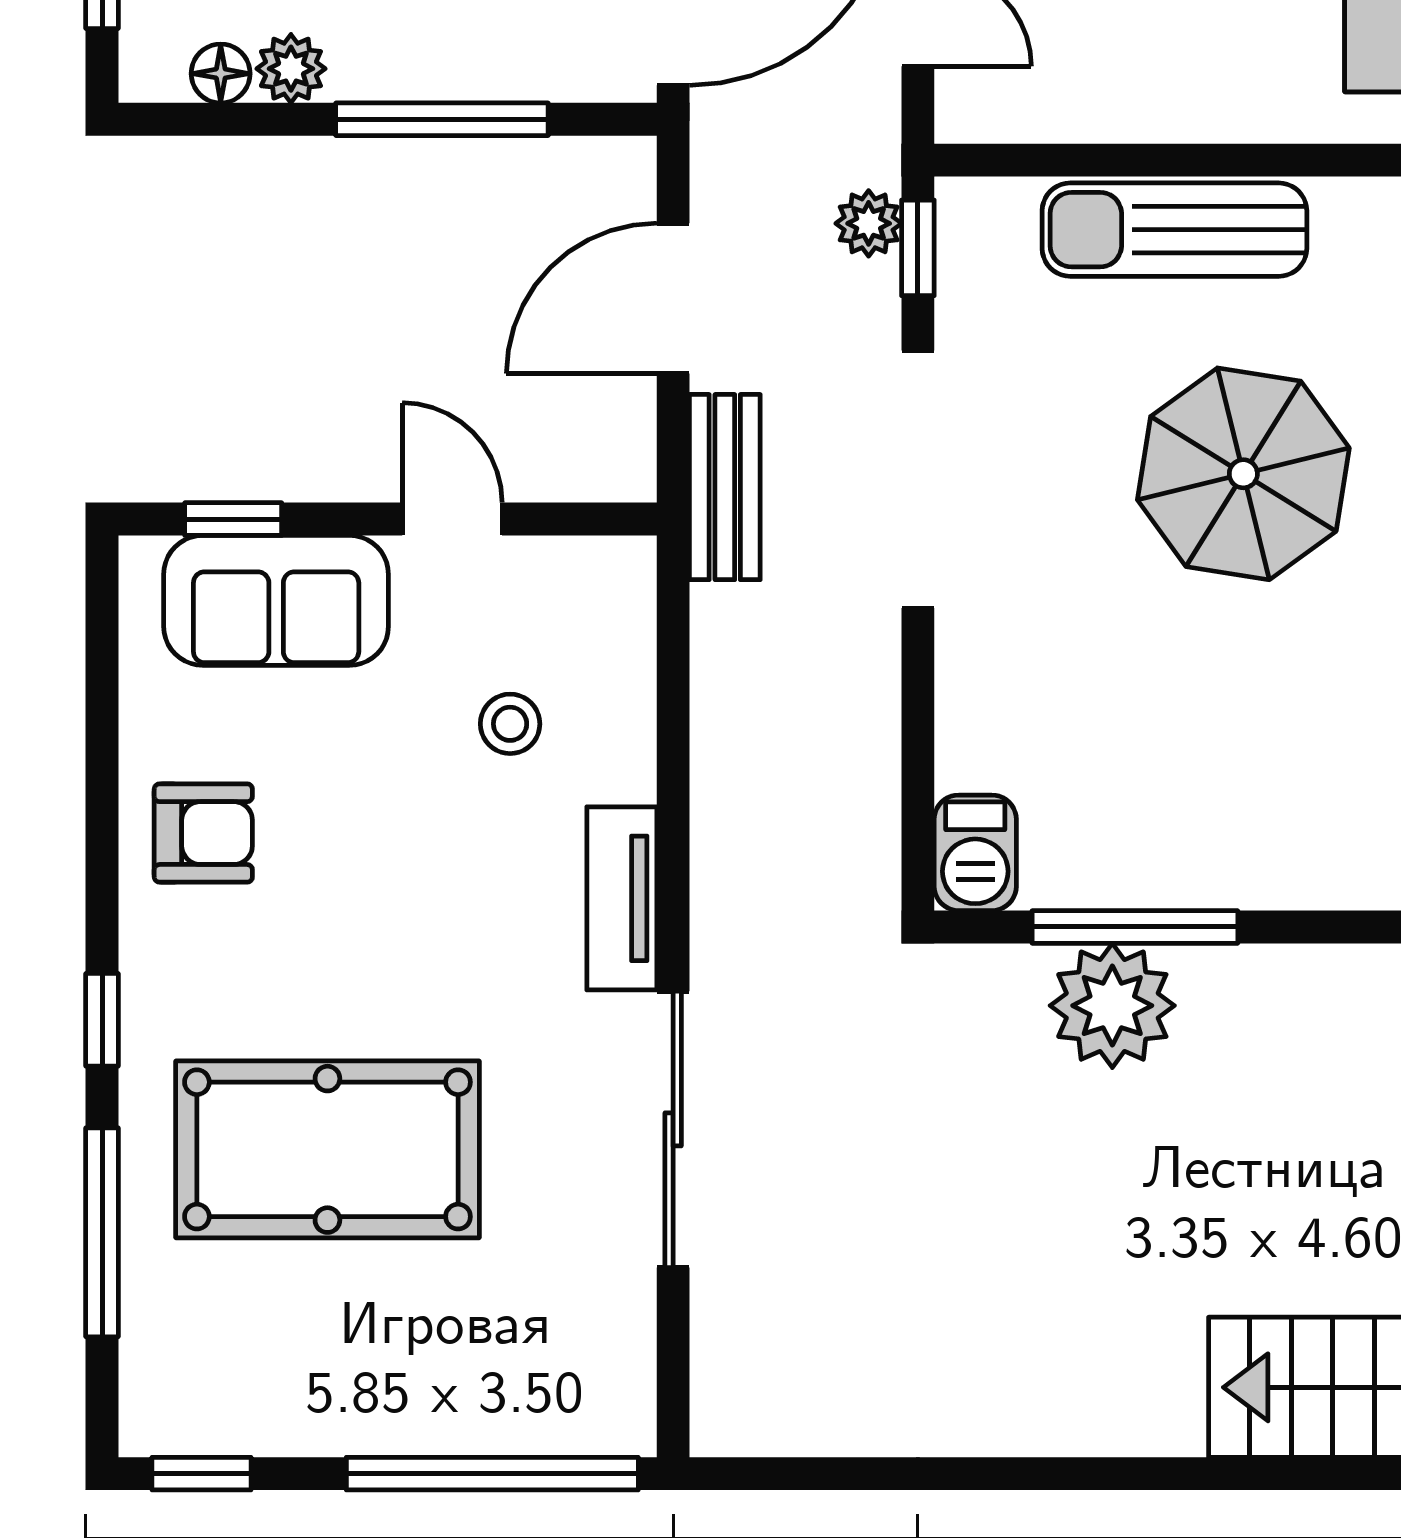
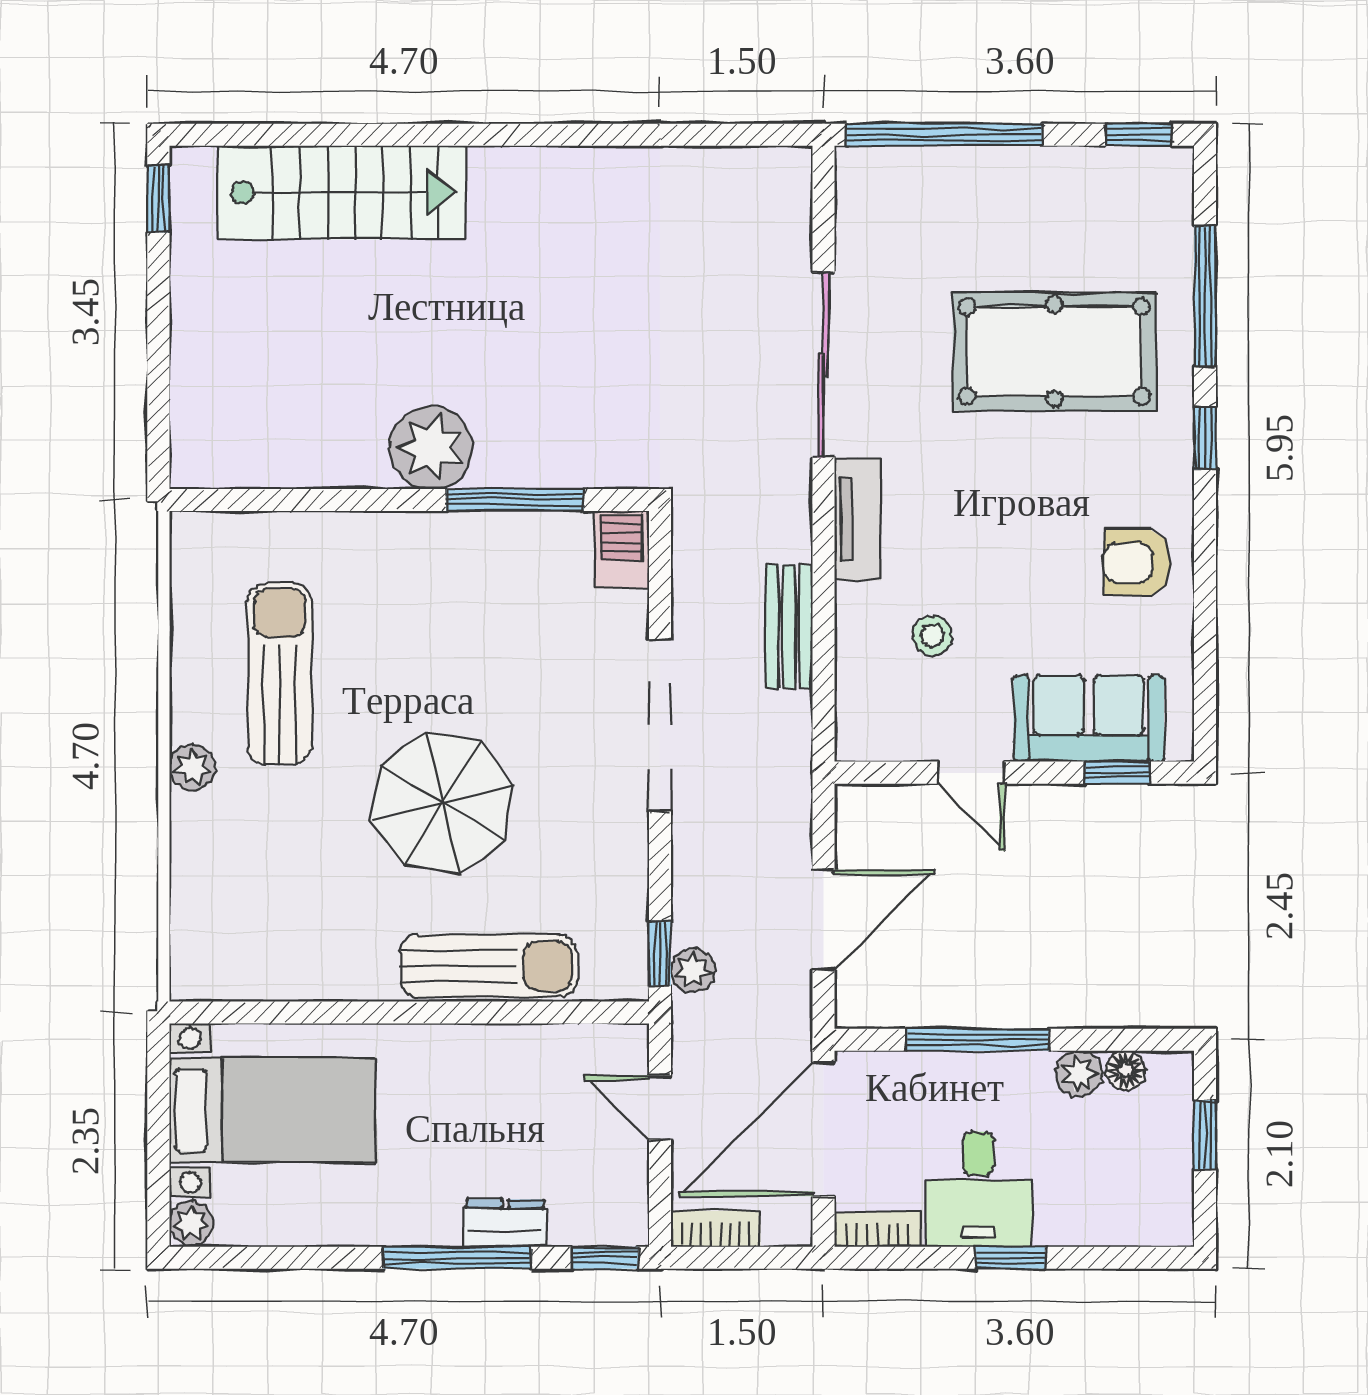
doorway: (918, 479) -> (660, 725), moved
bench: (725, 487) -> (789, 627), moved
plant: (1112, 1006) -> (431, 448), moved

